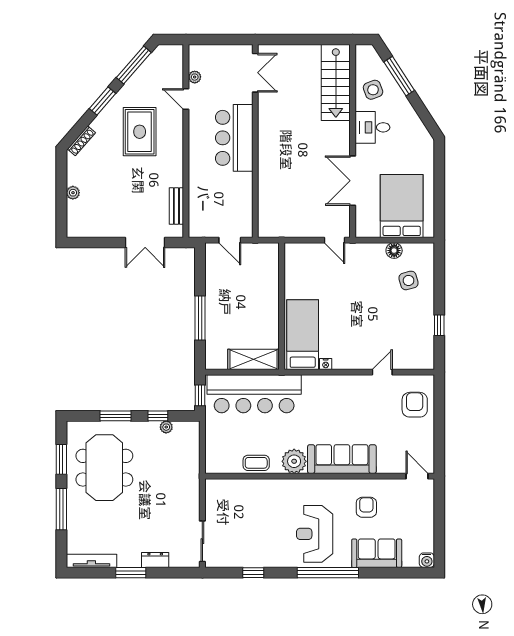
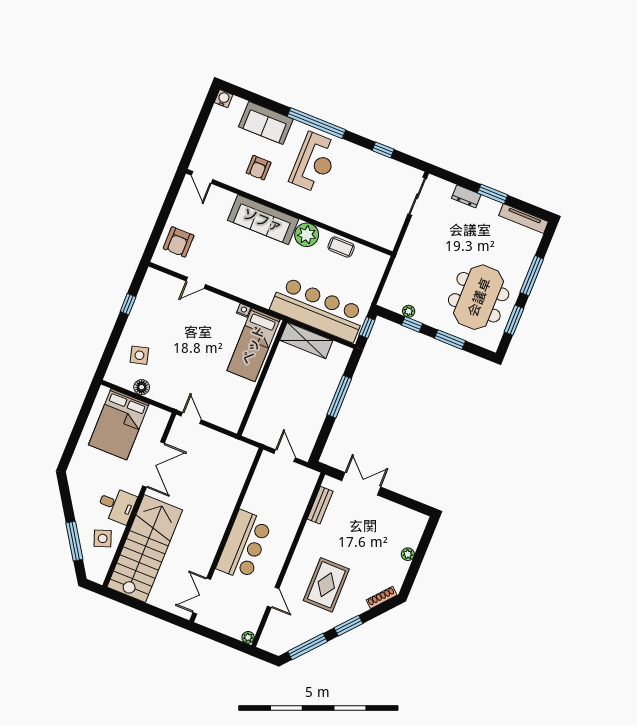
plant: (195, 77) -> (248, 637), moved
stairs: (336, 82) -> (145, 549), width x1.36, depth x1.51

